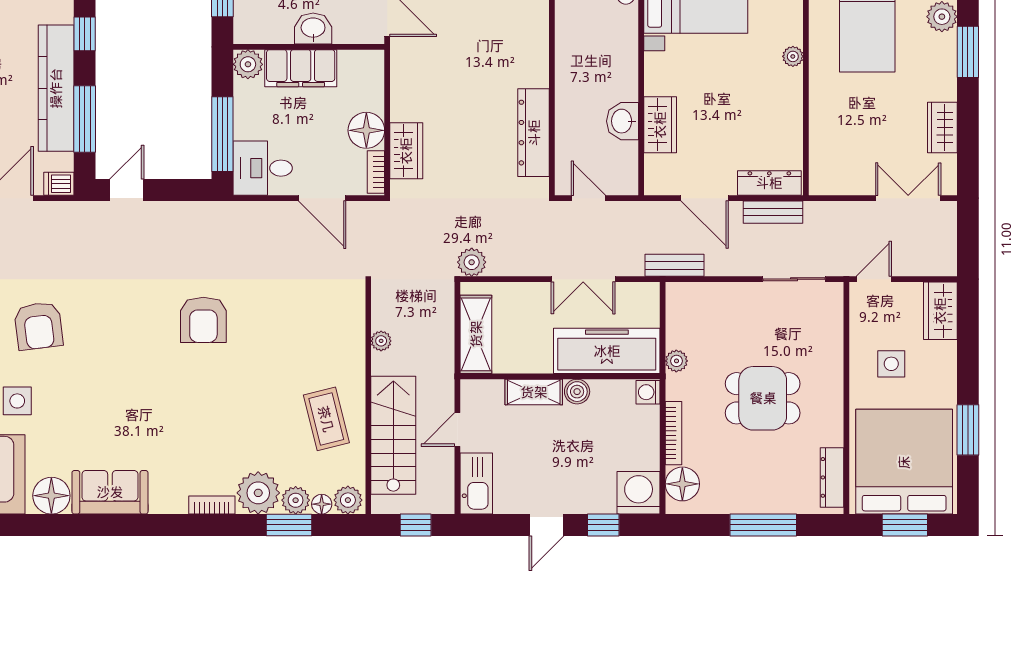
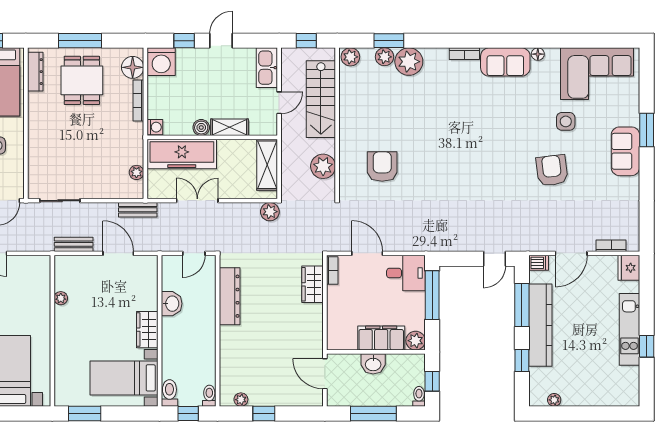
plant: (793, 56) -> (61, 298), moved
wardrobe: (660, 125) -> (147, 330), moved
floor lamp: (366, 130) -> (338, 298), removed
dresser: (769, 183) -> (76, 263), removed
door: (588, 198) -> (194, 253), hinge flipped
armchair: (203, 320) -> (382, 167), moved
plant: (381, 341) -> (323, 166), width x1.88, depth x1.88
plant: (676, 361) -> (136, 172), moved
dining table: (763, 398) -> (82, 80), moved, turned 90
coffee table: (326, 419) -> (364, 110), removed
floor lamp: (51, 496) -> (538, 54), width x0.53, depth x0.53
floor lamp: (322, 504) -> (368, 54), removed
bookcase: (212, 505) -> (464, 54), moved

